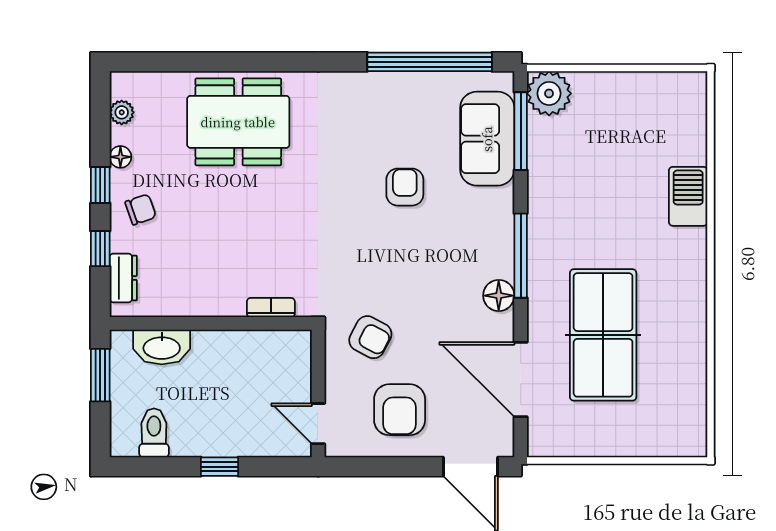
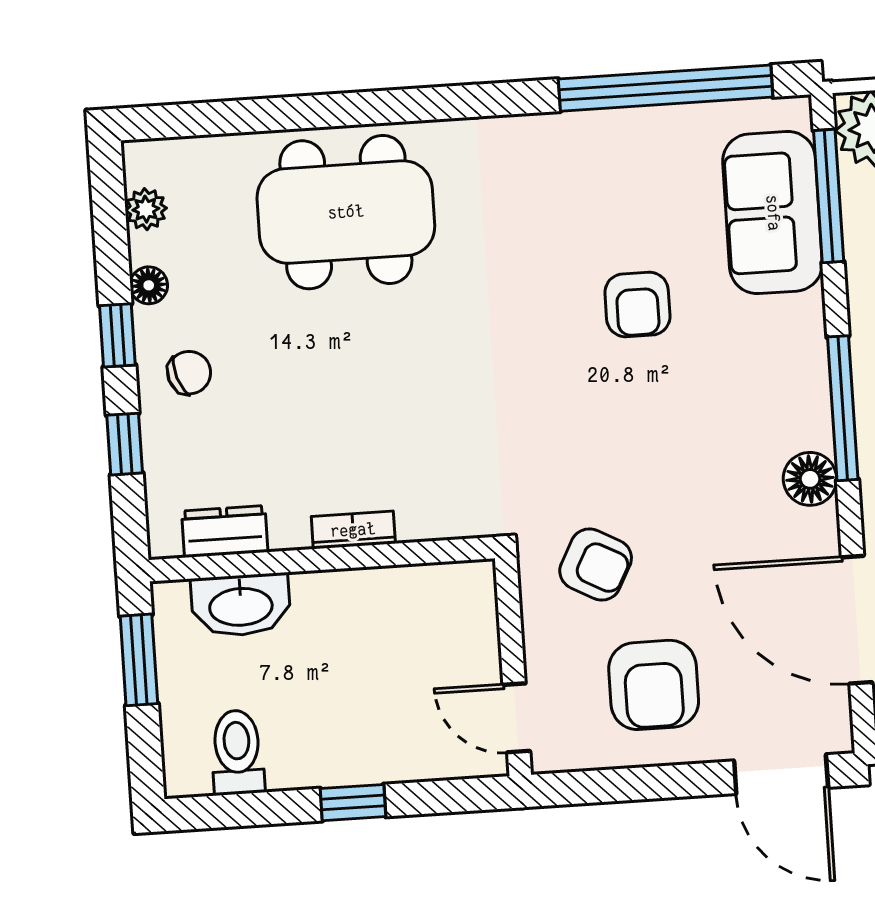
armchair: (405, 187) -> (637, 304), turned 180
dresser: (123, 278) -> (225, 531), moved, turned -90
bookcase: (271, 308) -> (353, 530), moved

